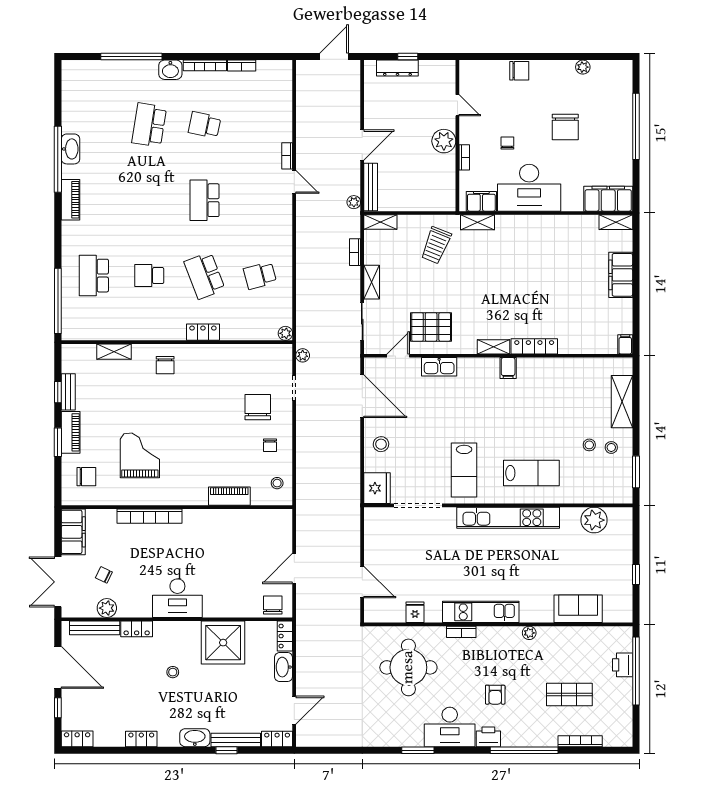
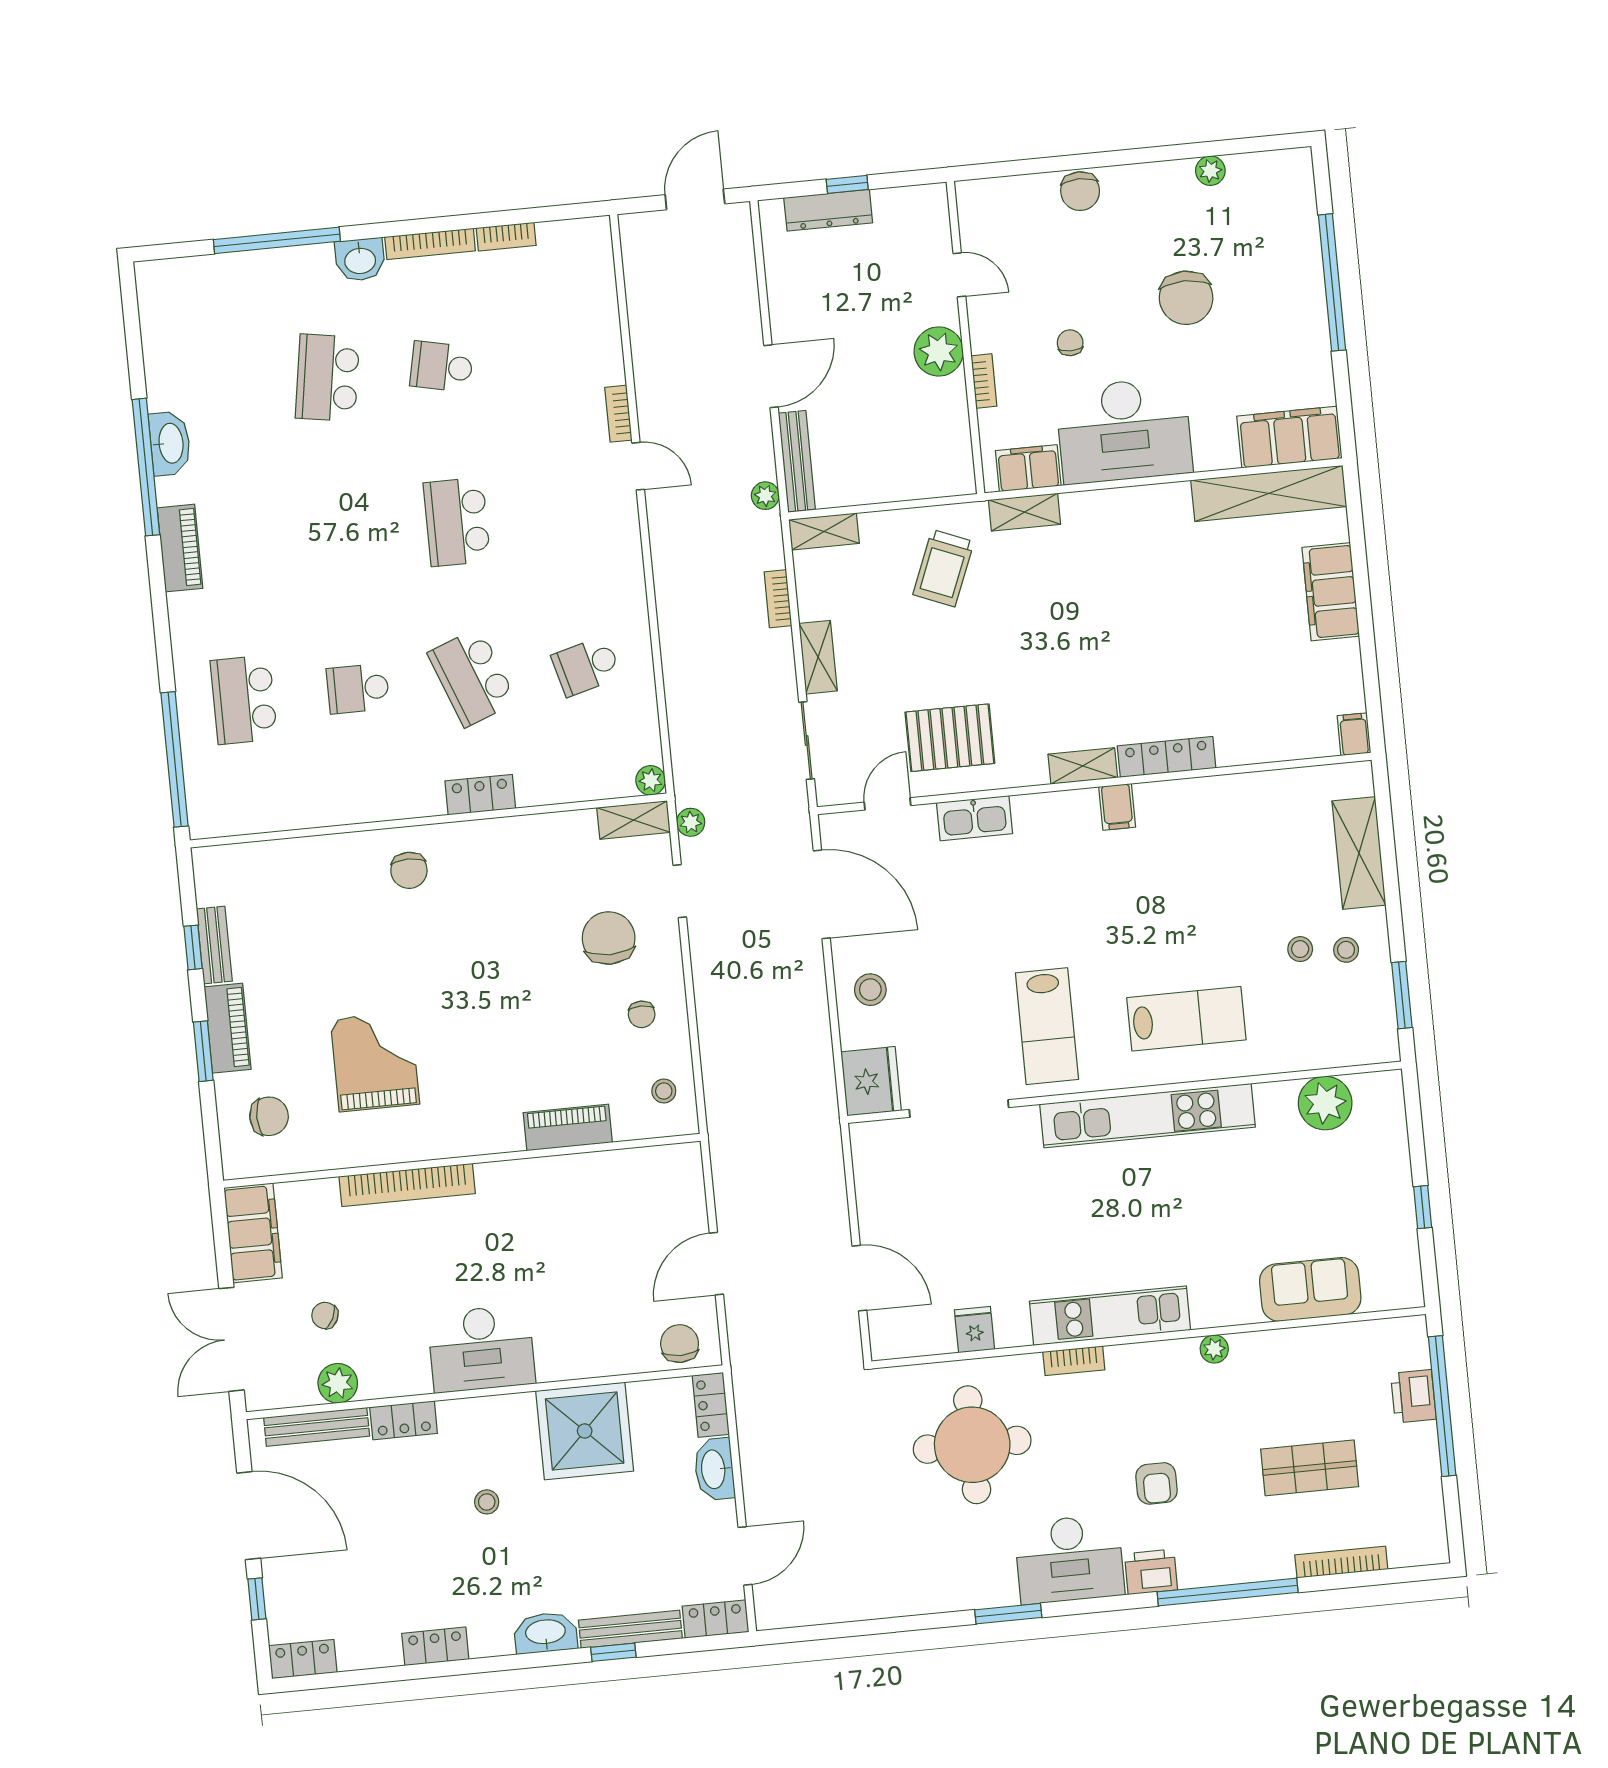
chair: (519, 71) -> (1080, 191), turned 90
shelving: (616, 222) -> (1269, 493), width x2.20, depth x1.33
shelving: (114, 352) -> (634, 820), moved

